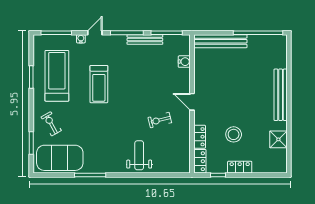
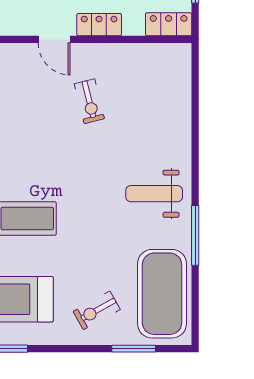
door: (192, 102) -> (54, 39), hinge flipped
locker: (200, 137) -> (99, 25), moved
weight bench: (139, 155) -> (154, 194), moved

